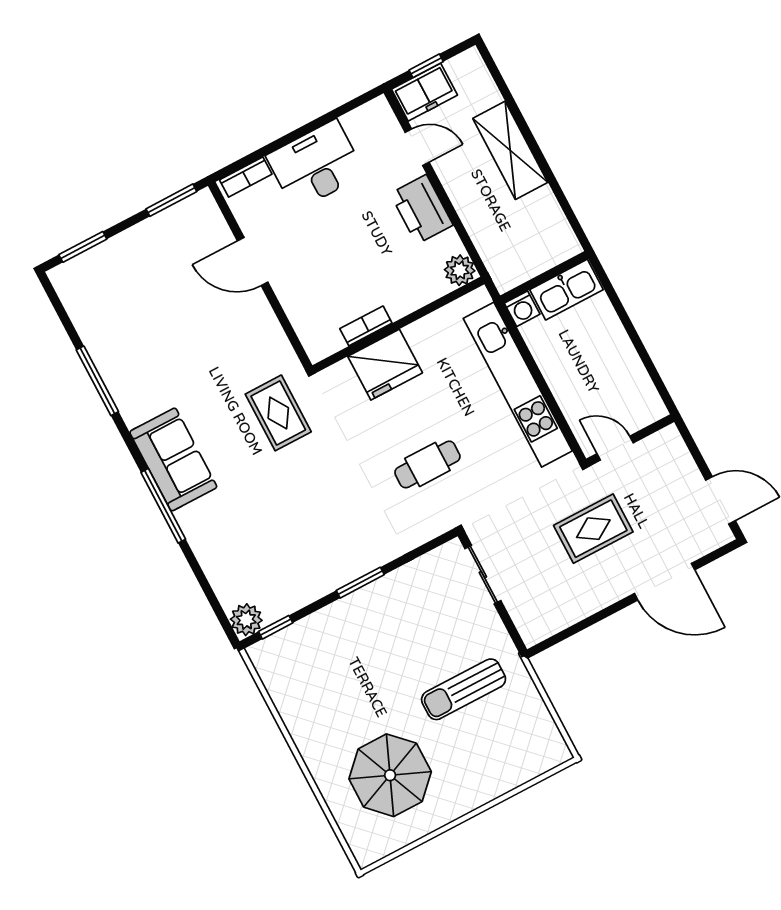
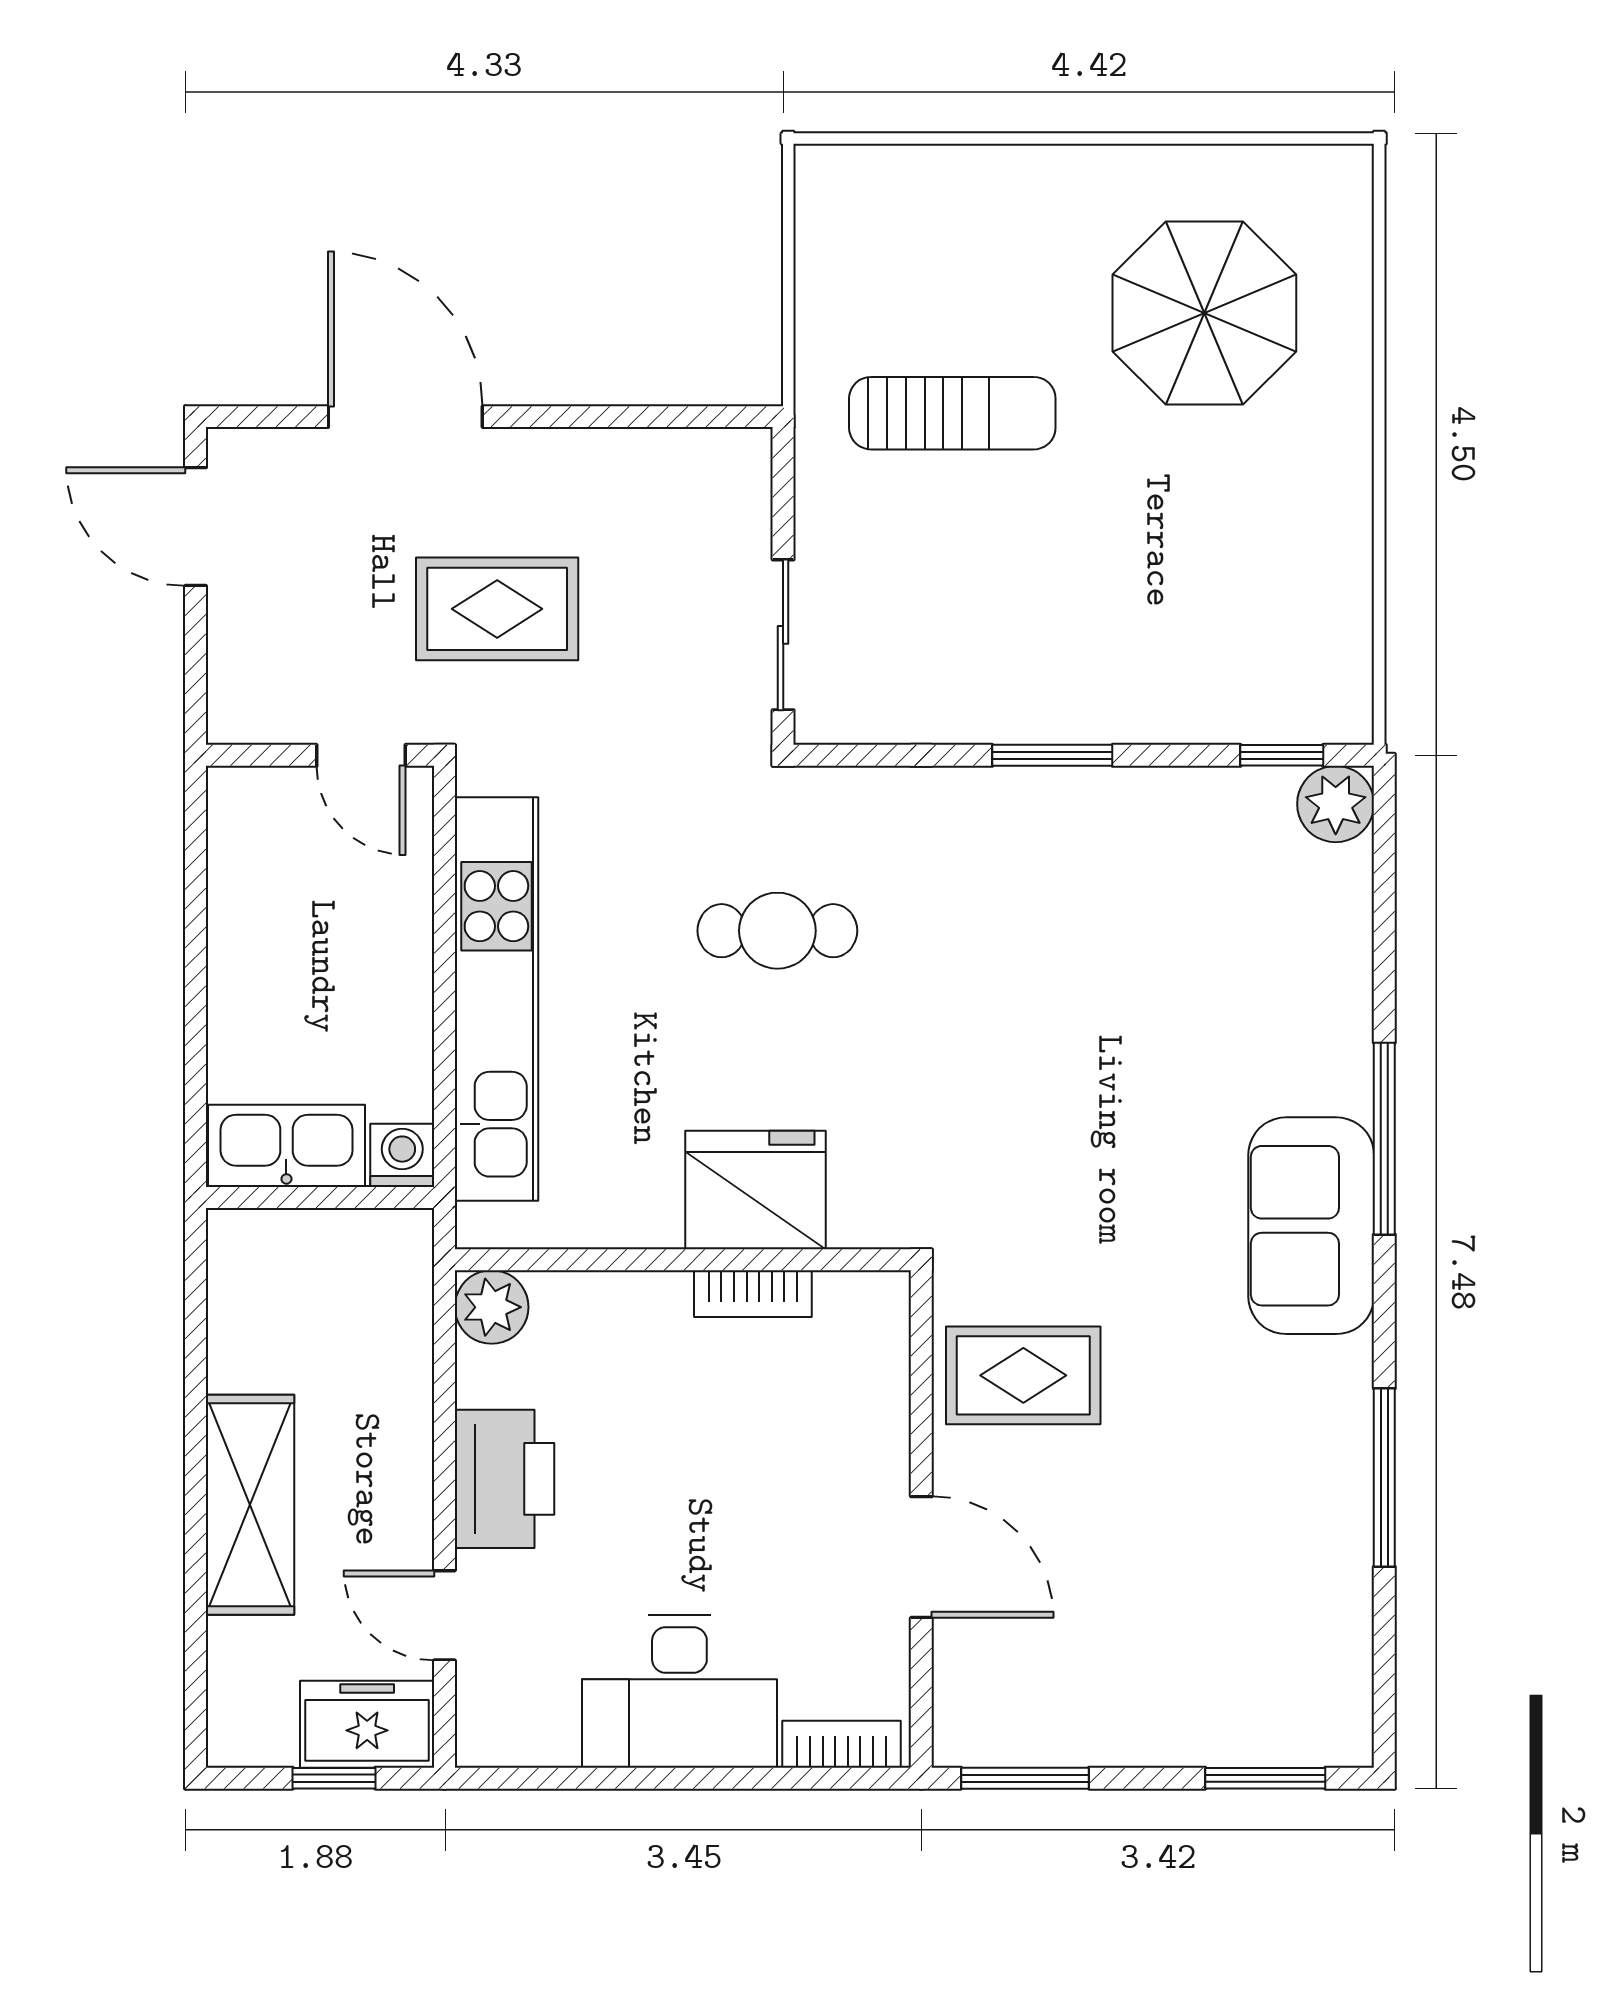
rug: (278, 413) -> (1023, 1375), moved, turned 90

